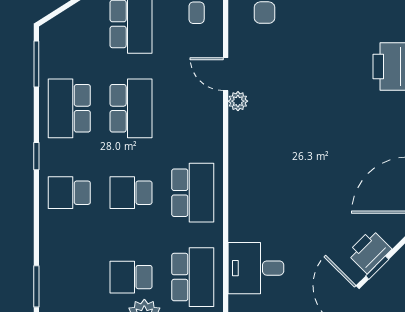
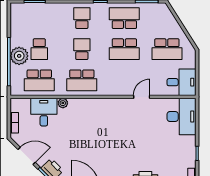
plant: (238, 101) -> (63, 103), moved
school desk: (131, 277) -> (39, 49), turned 180

